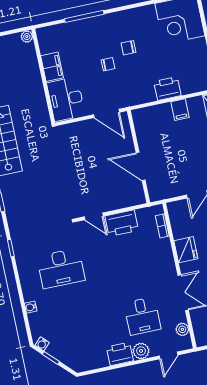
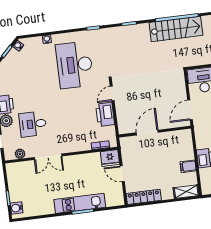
fridge: (186, 250) -> (110, 158), moved
desk: (61, 268) -> (75, 65), width x1.36, depth x1.30

